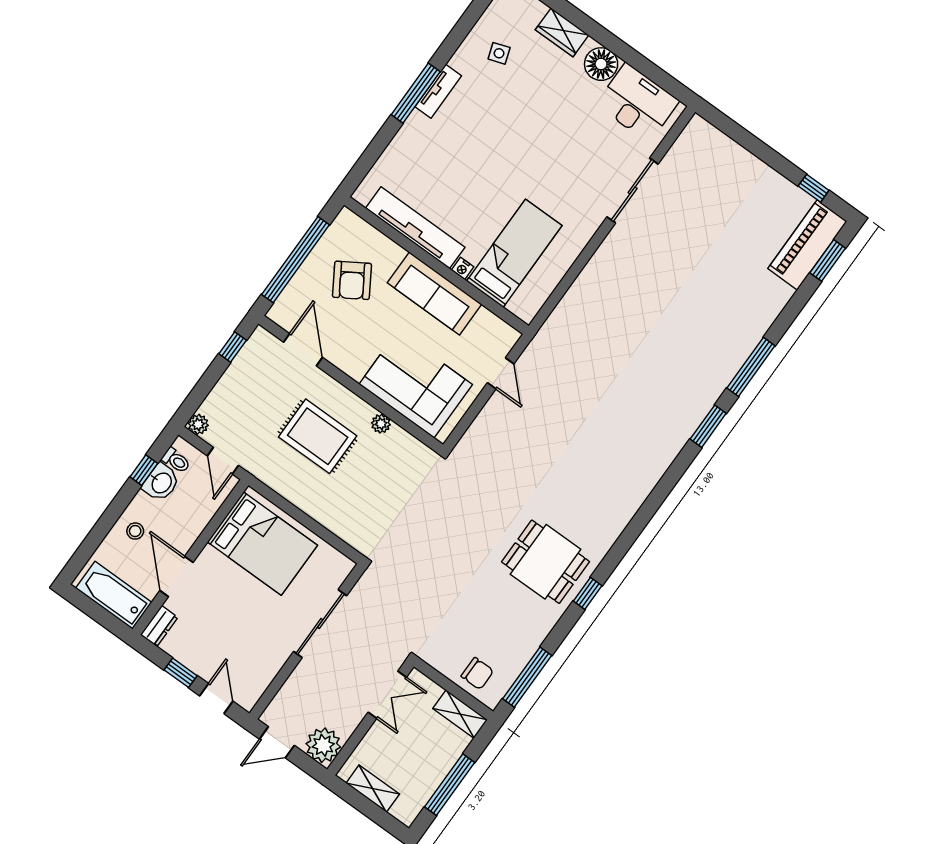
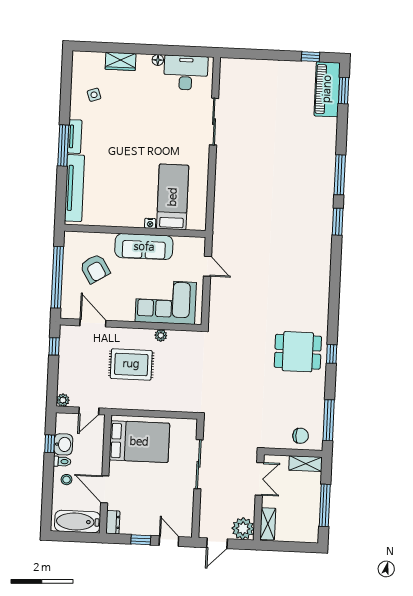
floor lamp: (601, 64) -> (158, 60), width x0.53, depth x0.53
tv unit: (415, 228) -> (74, 188), moved, turned 90
toilet: (176, 460) -> (62, 461), moved
door: (223, 461) -> (89, 411), hinge flipped
shelving: (373, 789) -> (268, 524), moved, turned 90

